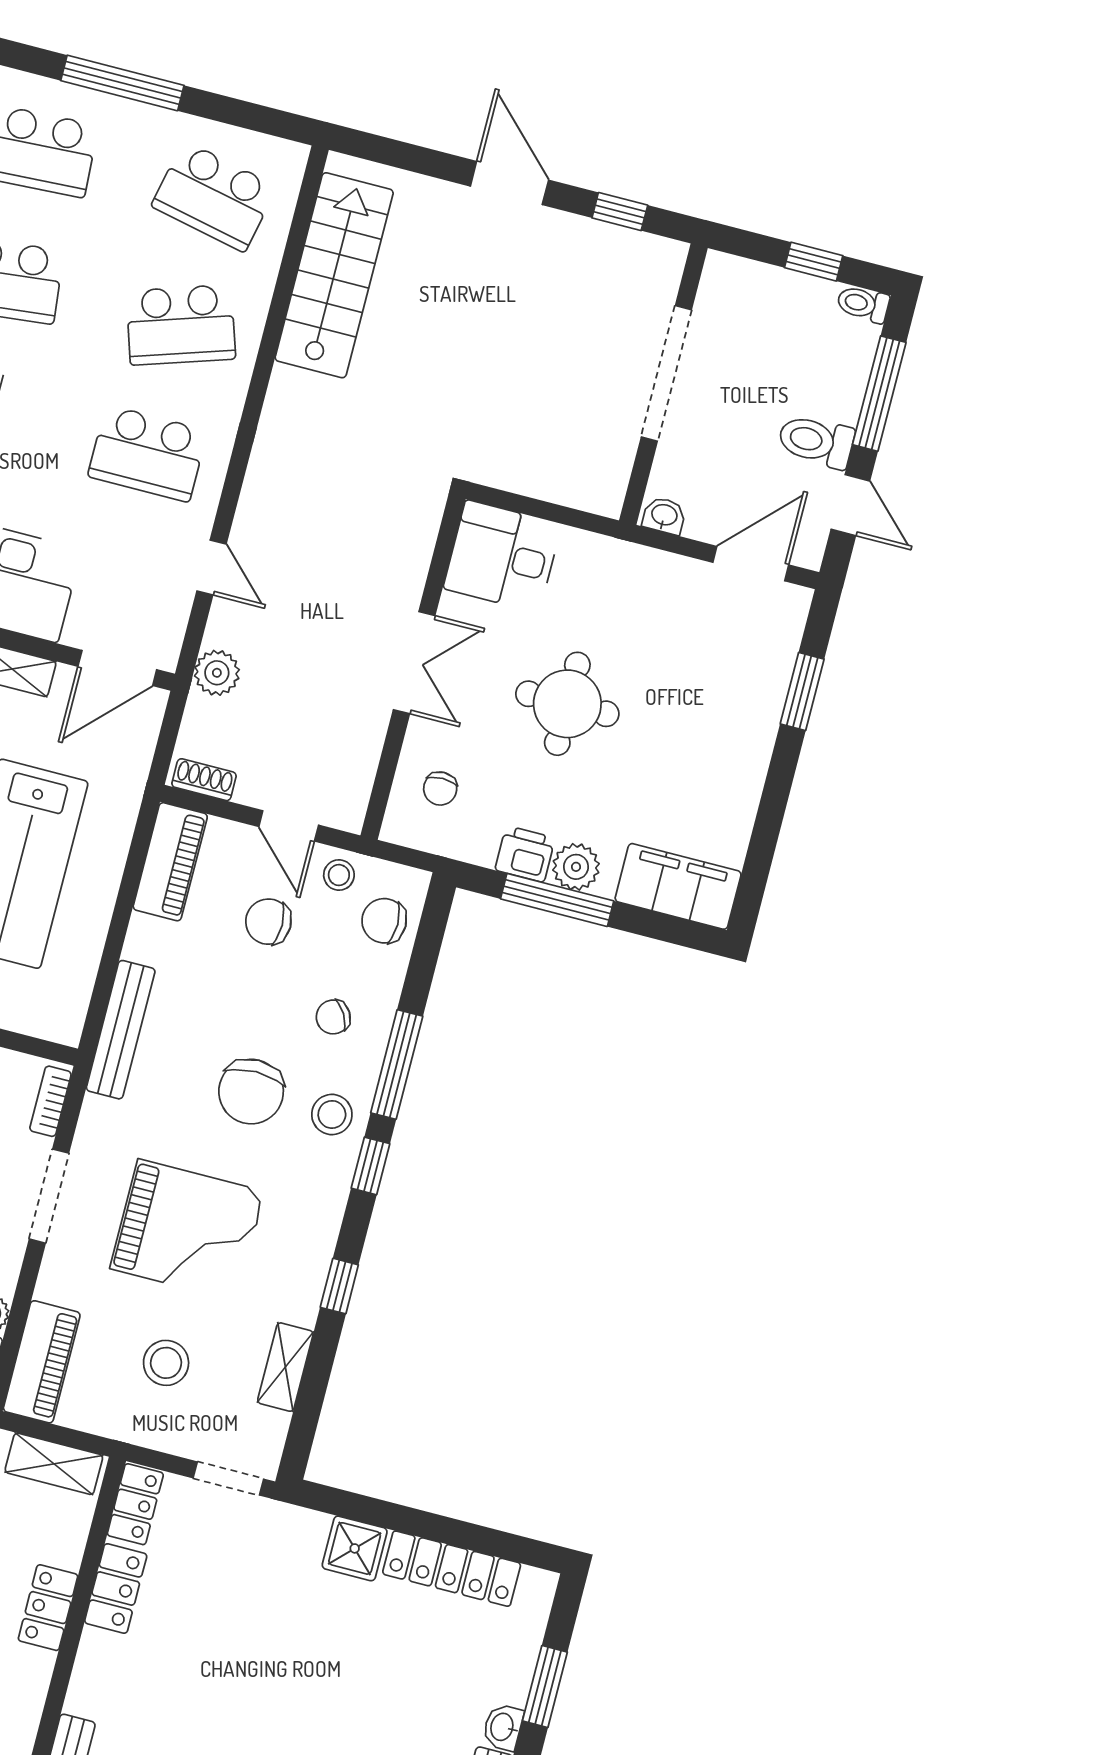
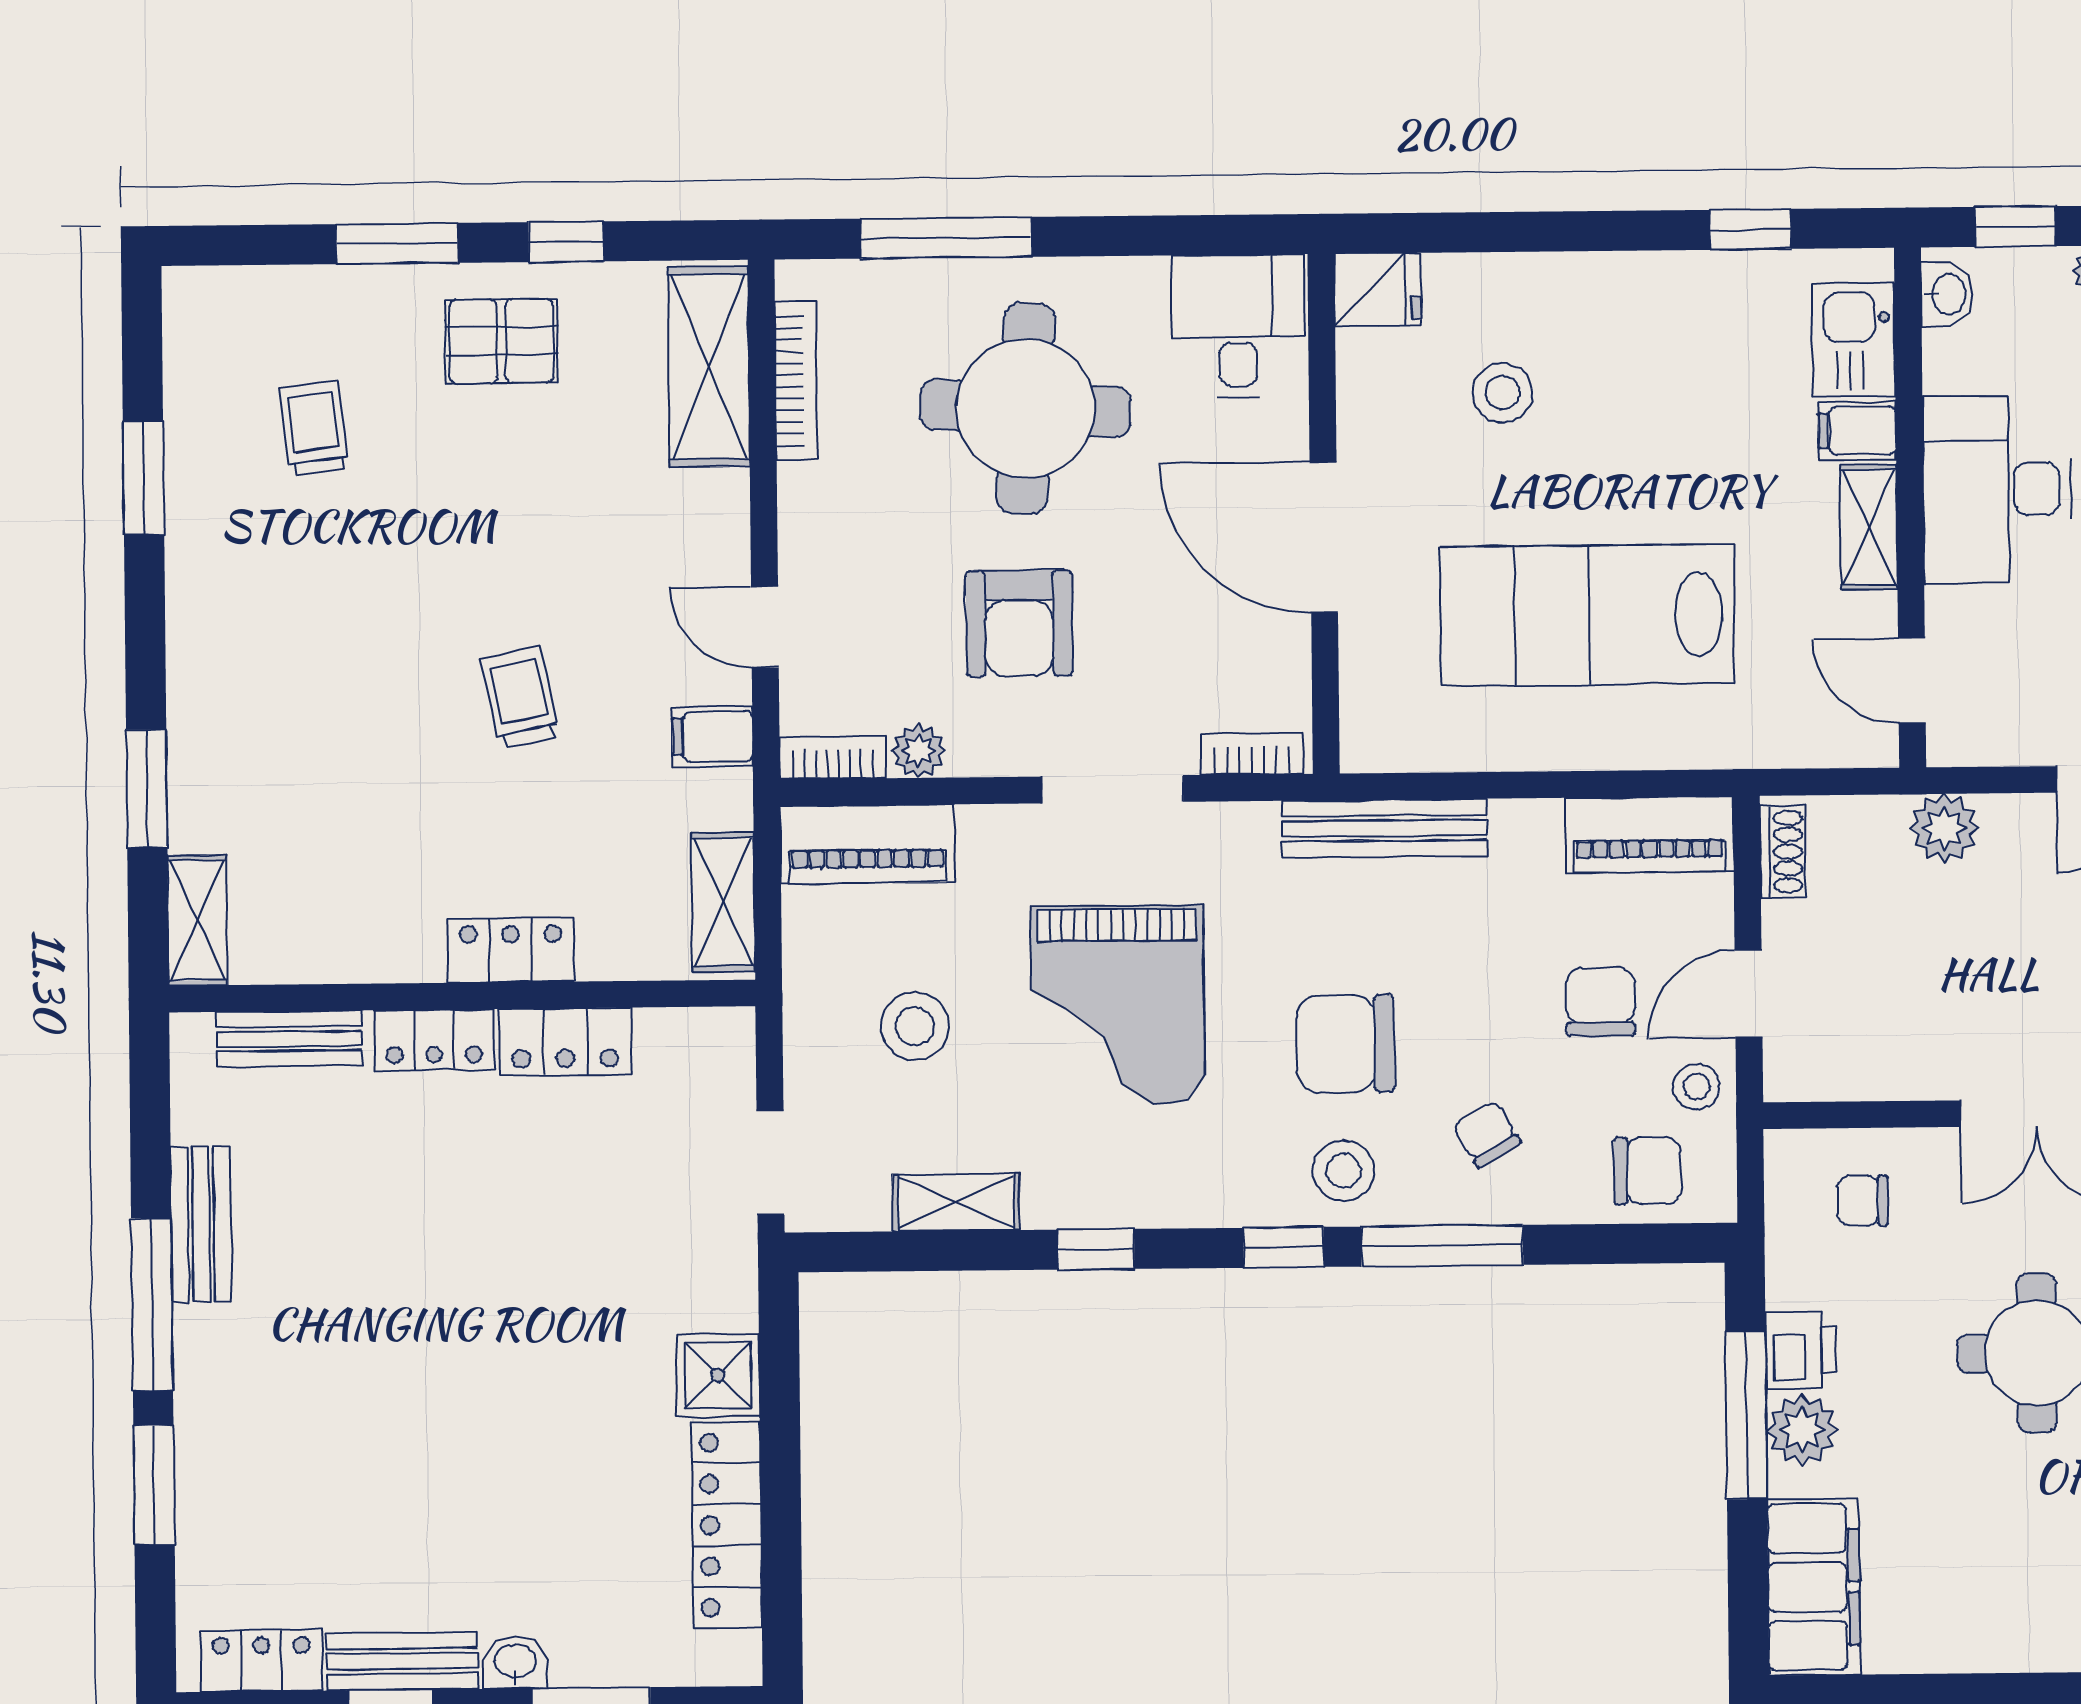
door: (117, 668) -> (1912, 681), width x0.73
chair: (384, 921) -> (1647, 1171), turned 90
locker: (135, 1504) -> (434, 1040), moved

